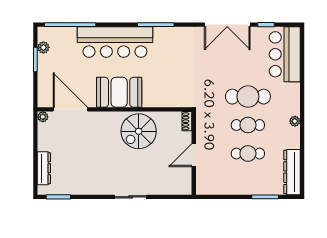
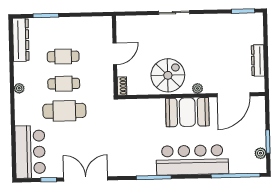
door: (70, 109) -> (233, 95), hinge flipped
plant: (43, 117) -> (198, 88), moved
dresser: (44, 168) -> (258, 60), moved

